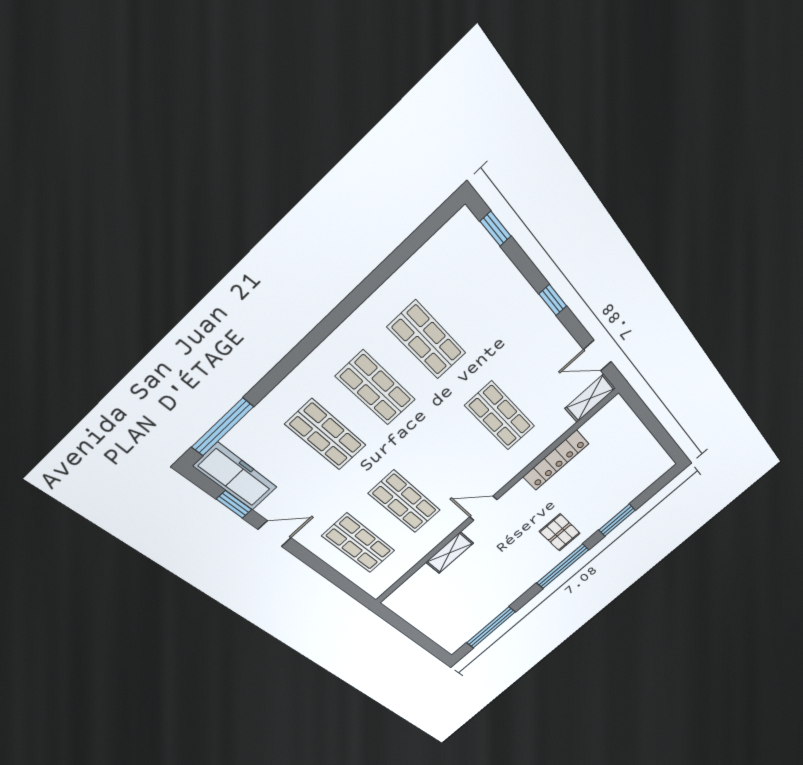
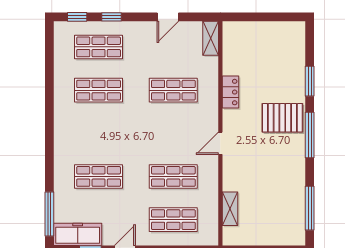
window: (553, 300) -> (112, 17), moved
door: (597, 356) -> (168, 17), moved
shop shelf: (376, 388) -> (99, 47), moved
locker: (556, 460) -> (231, 92), width x0.66
pallet: (560, 532) -> (282, 118), width x1.50, depth x1.42
shelving: (450, 553) -> (230, 209), moved

